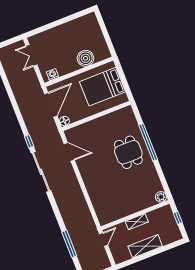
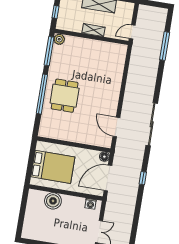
window: (29, 141) -> (143, 178), moved
window: (164, 182) -> (49, 51), added

